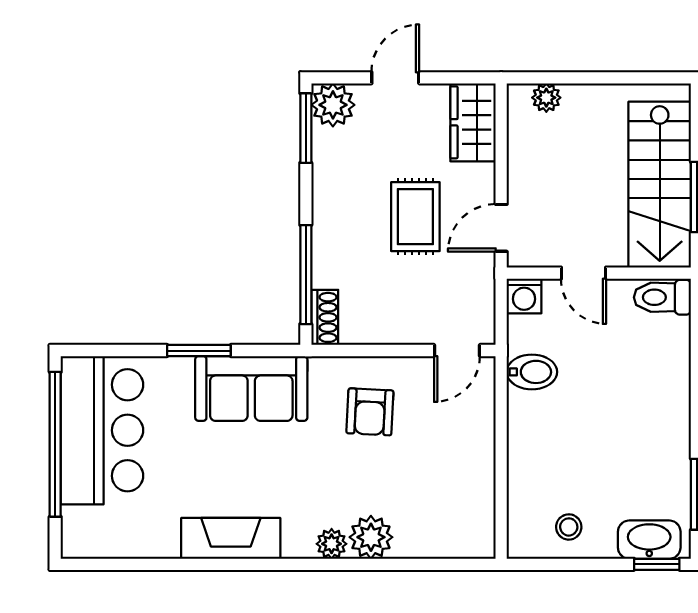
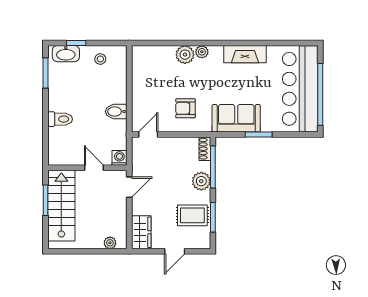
plant: (333, 105) -> (201, 181), moved
window: (306, 128) -> (213, 217), moved
rug: (415, 217) -> (192, 215), moved, turned 90
toilet: (662, 297) -> (60, 119), moved
bidet: (532, 372) -> (116, 111), moved
armchair: (370, 412) -> (185, 108), turned -93
bar counter: (102, 430) -> (300, 89), width x1.36
window: (657, 564) -> (76, 43), moved

